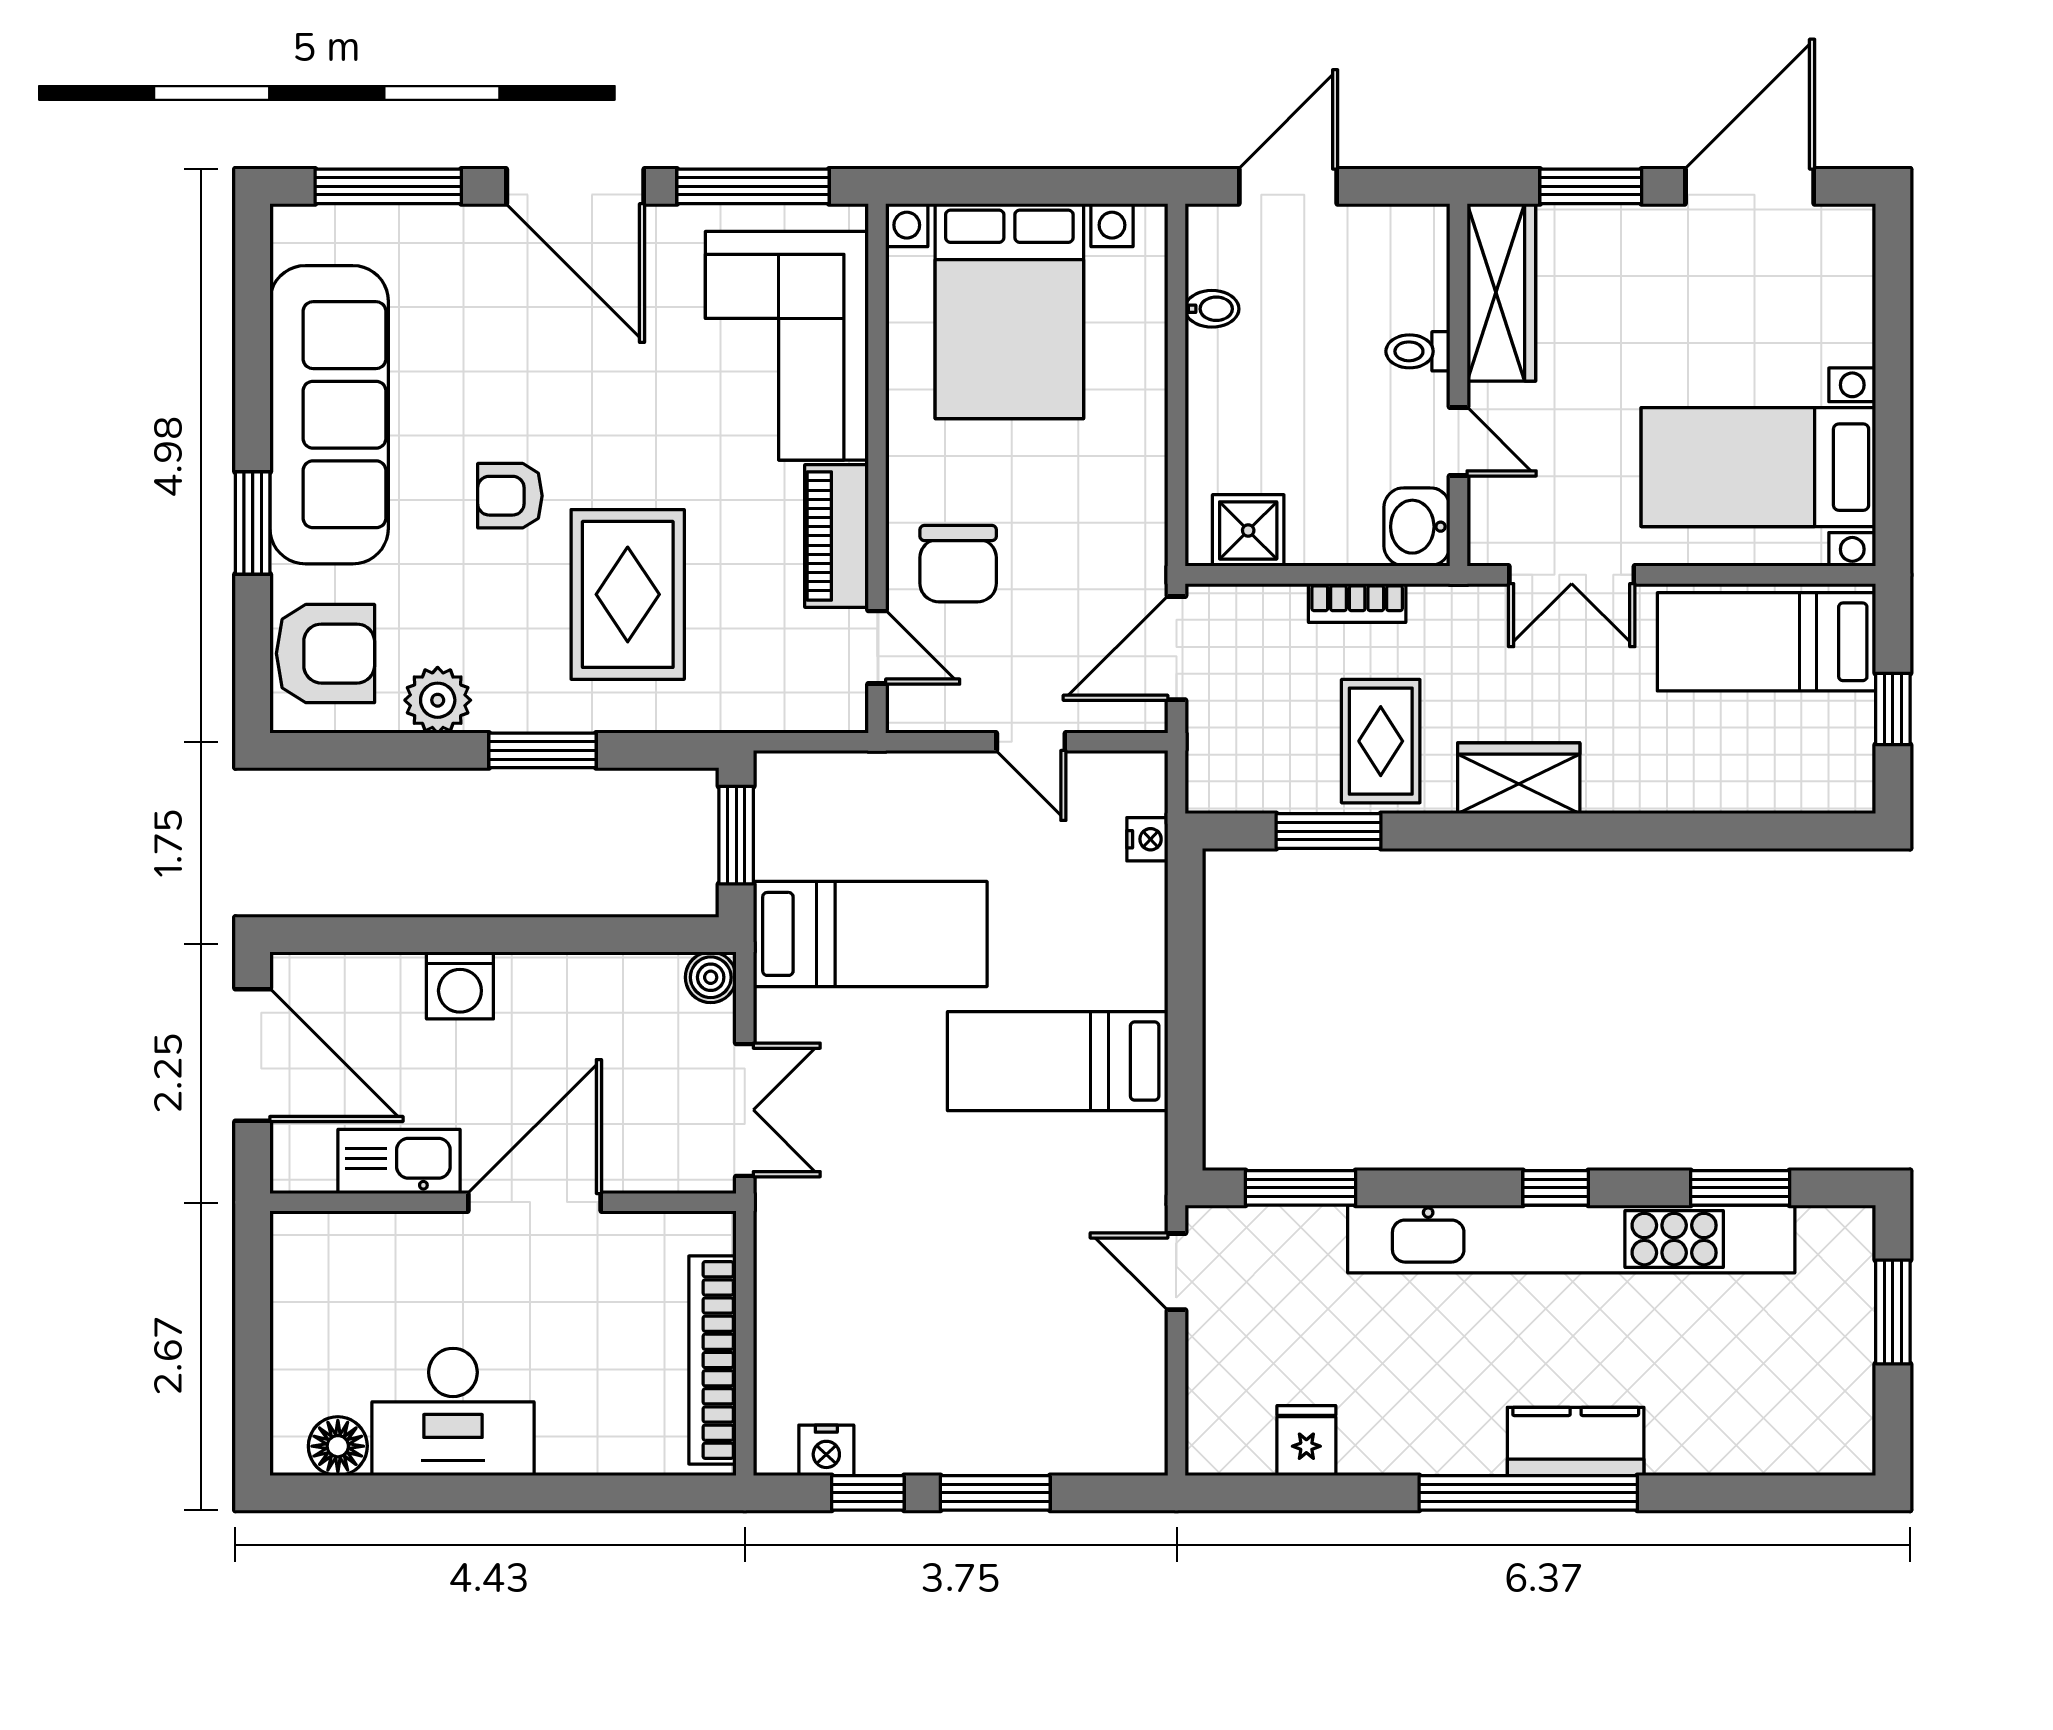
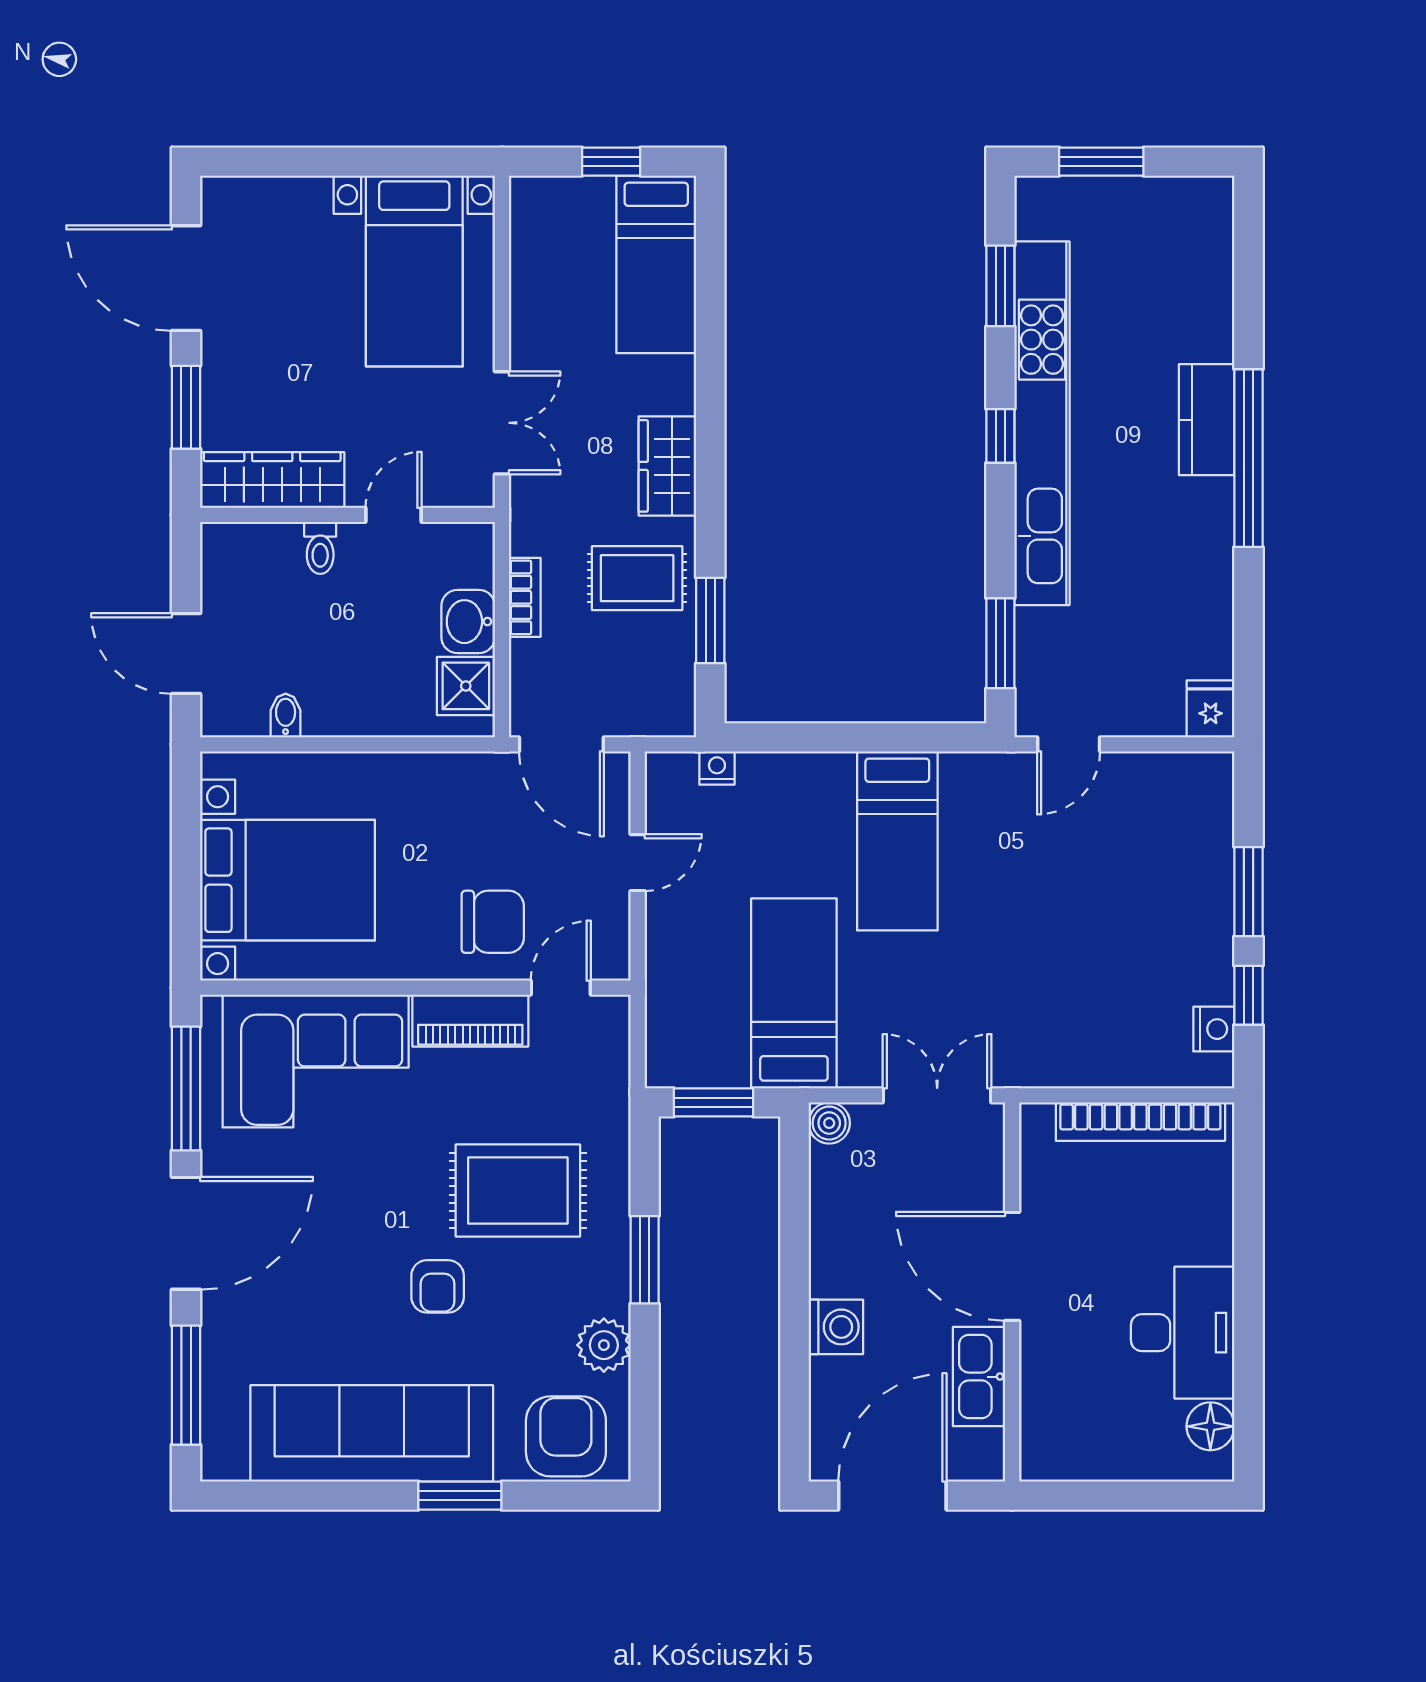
washbasin: (1417, 527) -> (468, 622), moved, turned 90
bed: (1767, 642) -> (656, 264), moved
fridge: (1306, 1441) -> (1211, 709), moved, turned 90

